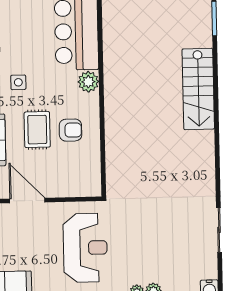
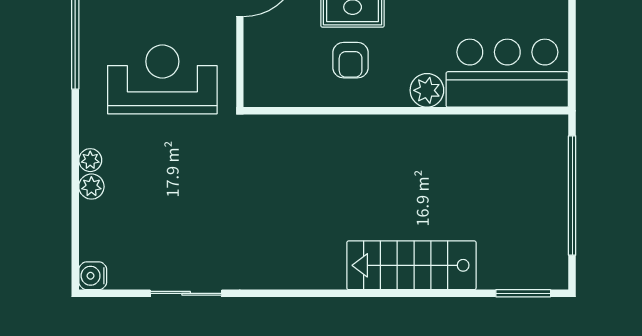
reception desk: (85, 248) -> (162, 79), turned 180

